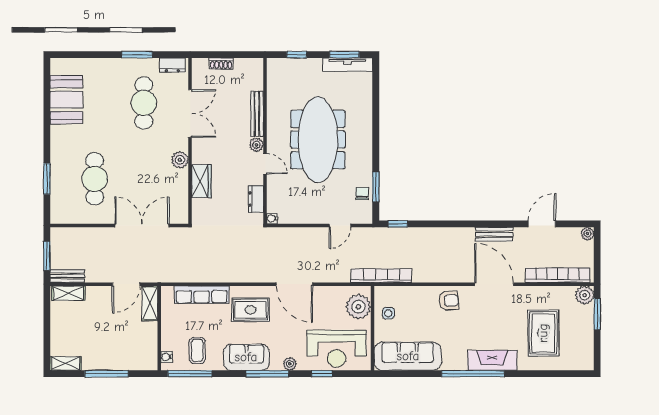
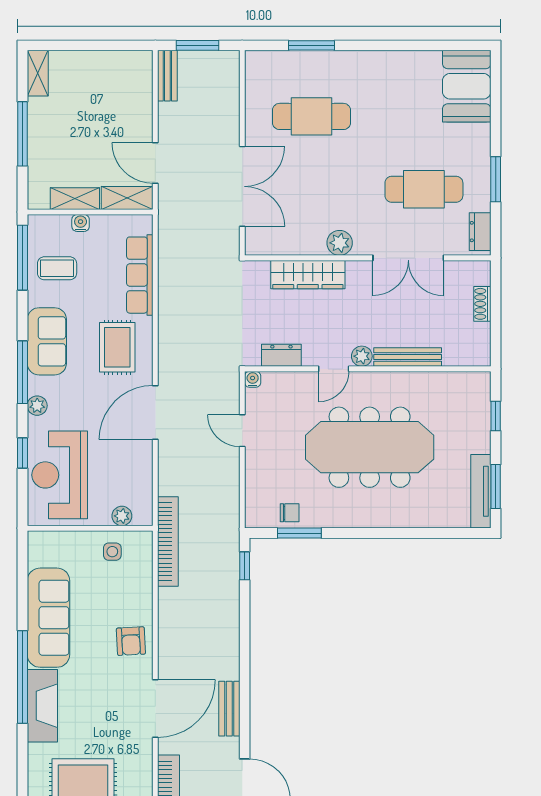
booth: (66, 100) -> (467, 86), moved, turned 90
wardrobe: (201, 181) -> (308, 275), width x1.50
door: (340, 226) -> (242, 431), moved
shelving: (68, 293) -> (75, 199), moved, turned 90
plant: (358, 307) -> (122, 516), width x0.53, depth x0.53
sofa: (408, 356) -> (48, 618), moved
water cooler: (167, 357) -> (81, 223), moved

